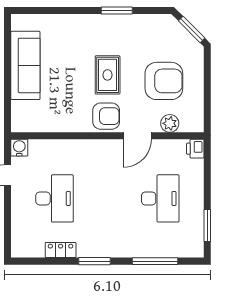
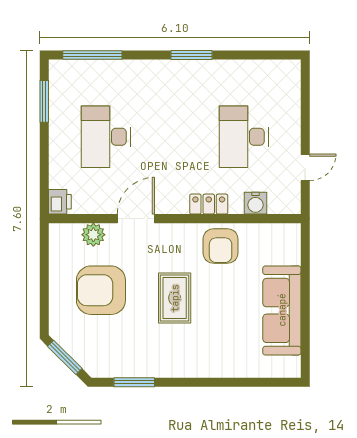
window: (117, 10) -> (134, 382), moved
armchair: (106, 116) -> (221, 246), moved, turned -90
water cooler: (19, 148) -> (255, 203), moved
locker: (61, 250) -> (209, 204), moved, turned 180
window: (155, 261) -> (92, 55), moved

